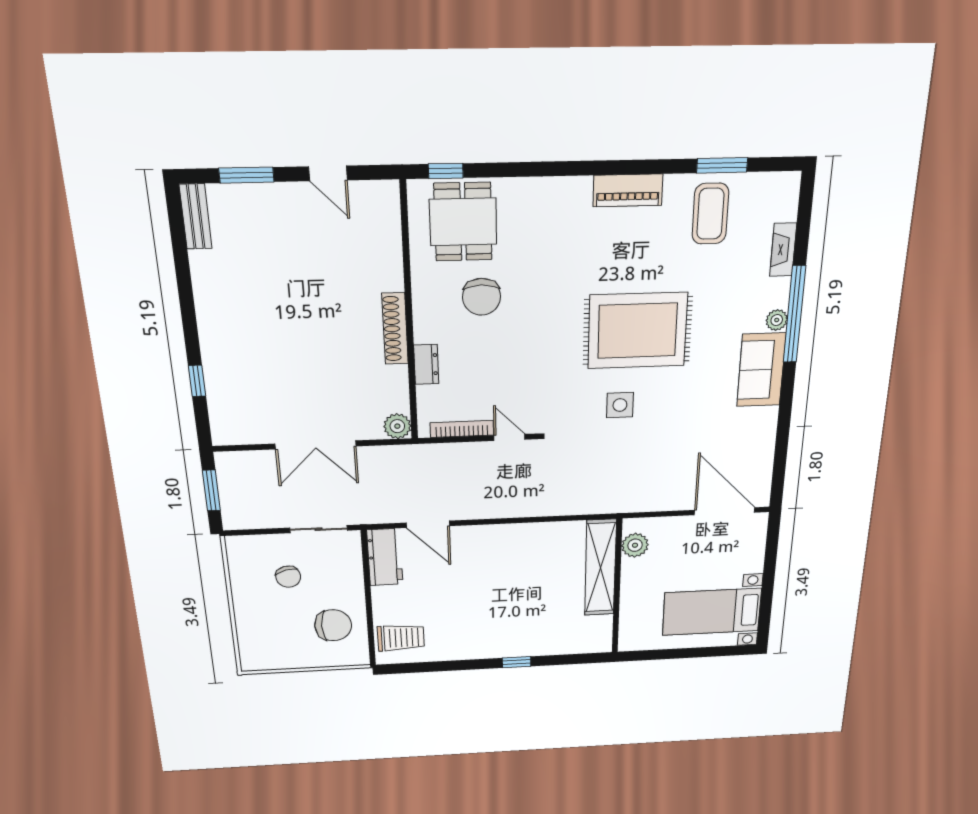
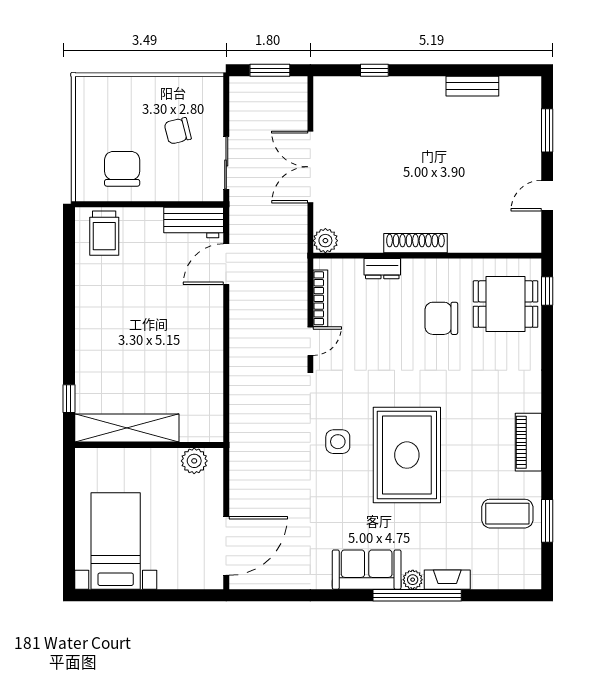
bench: (196, 217) -> (472, 86), moved
fireplace: (783, 250) -> (447, 580), moved
shelving: (600, 568) -> (127, 428), moved
chair: (333, 625) -> (122, 169), turned 180
window: (517, 662) -> (69, 399), moved

